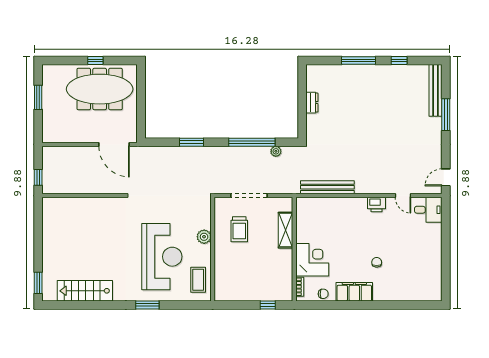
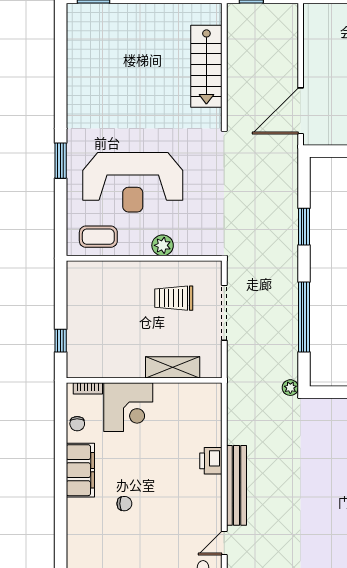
plant: (276, 151) -> (290, 388), moved
bench: (327, 187) -> (236, 485), moved
printer: (377, 204) -> (211, 461), moved
stairs: (85, 291) -> (206, 66), moved, turned 180

